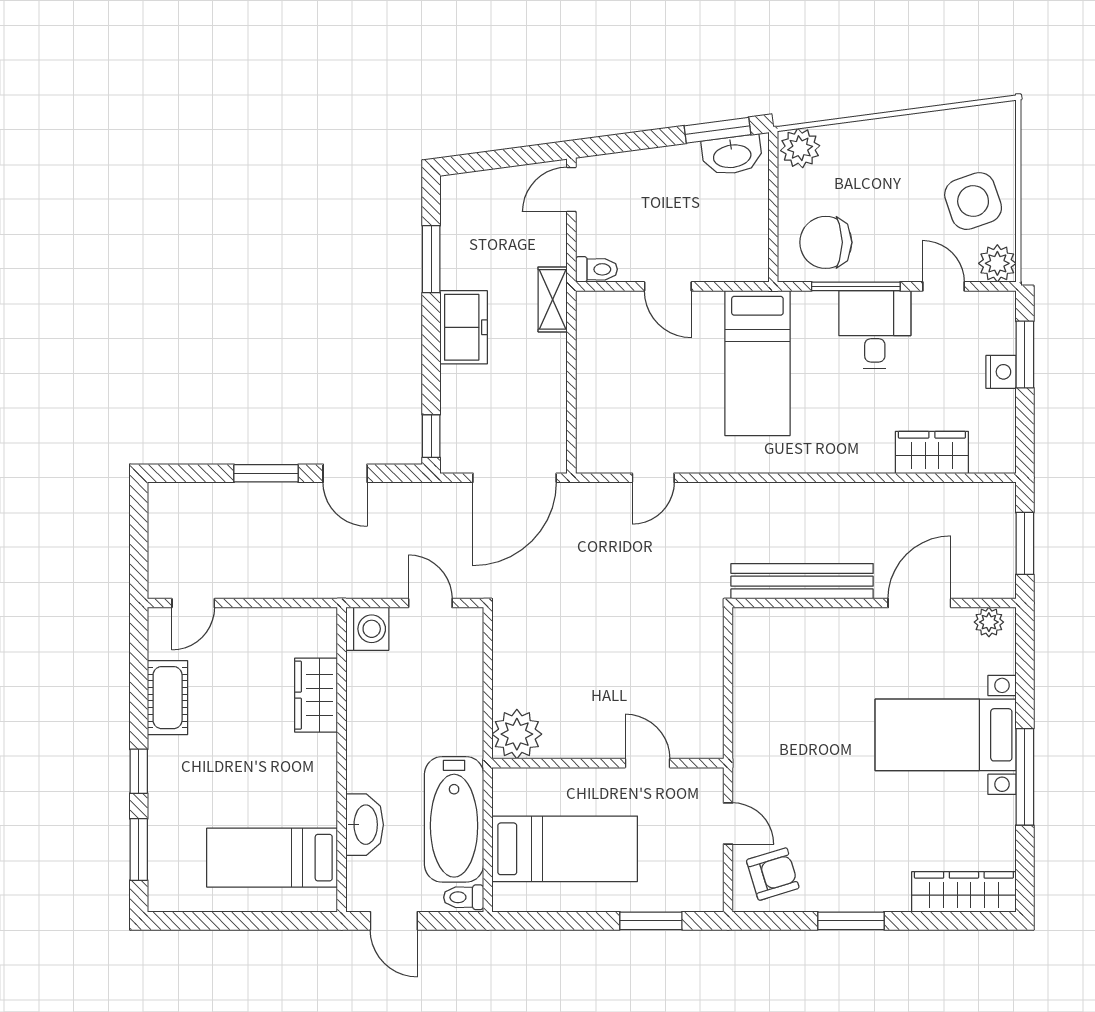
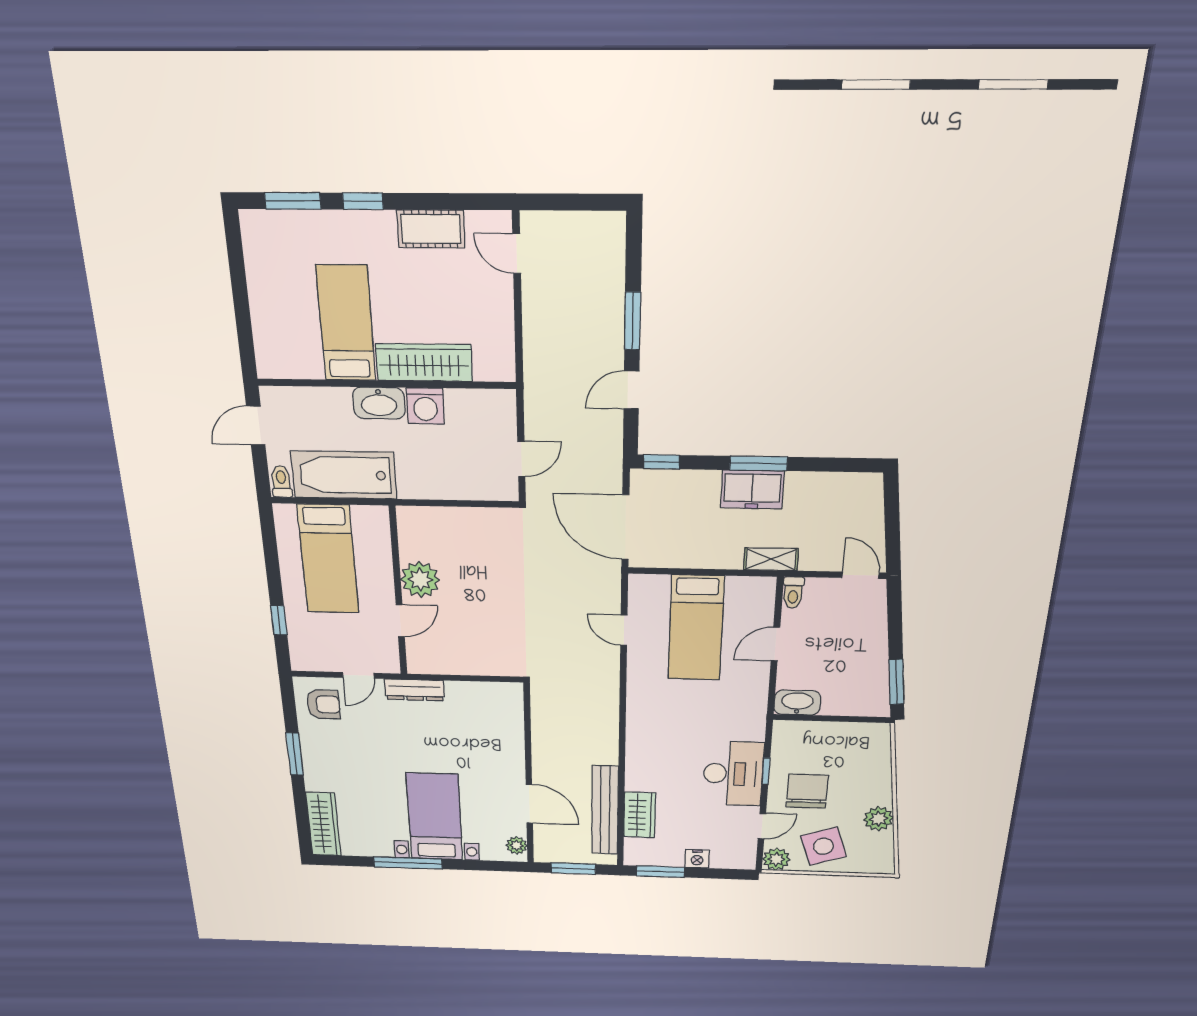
plant: (800, 148) -> (878, 819), moved
washbasin: (732, 155) -> (797, 703), moved, turned 97
chair: (826, 242) -> (807, 791), moved
window: (431, 259) -> (759, 463), moved
window: (856, 286) -> (766, 771), width x0.46
desk: (875, 329) -> (733, 774), width x1.37
window: (1025, 354) -> (660, 872), moved
bed: (757, 363) -> (696, 628), moved, turned -90
bench: (802, 581) -> (605, 810), moved
washing machine: (367, 629) -> (425, 406), moved
wardrobe: (316, 695) -> (424, 363), width x1.50
plant: (517, 734) -> (420, 579), moved
dresser: (747, 751) -> (415, 690), added
washbasin: (365, 825) -> (379, 403), moved
bed: (272, 858) -> (346, 323), moved
armchair: (773, 874) -> (323, 704), turned -73
window: (651, 921) -> (279, 620), width x0.67

